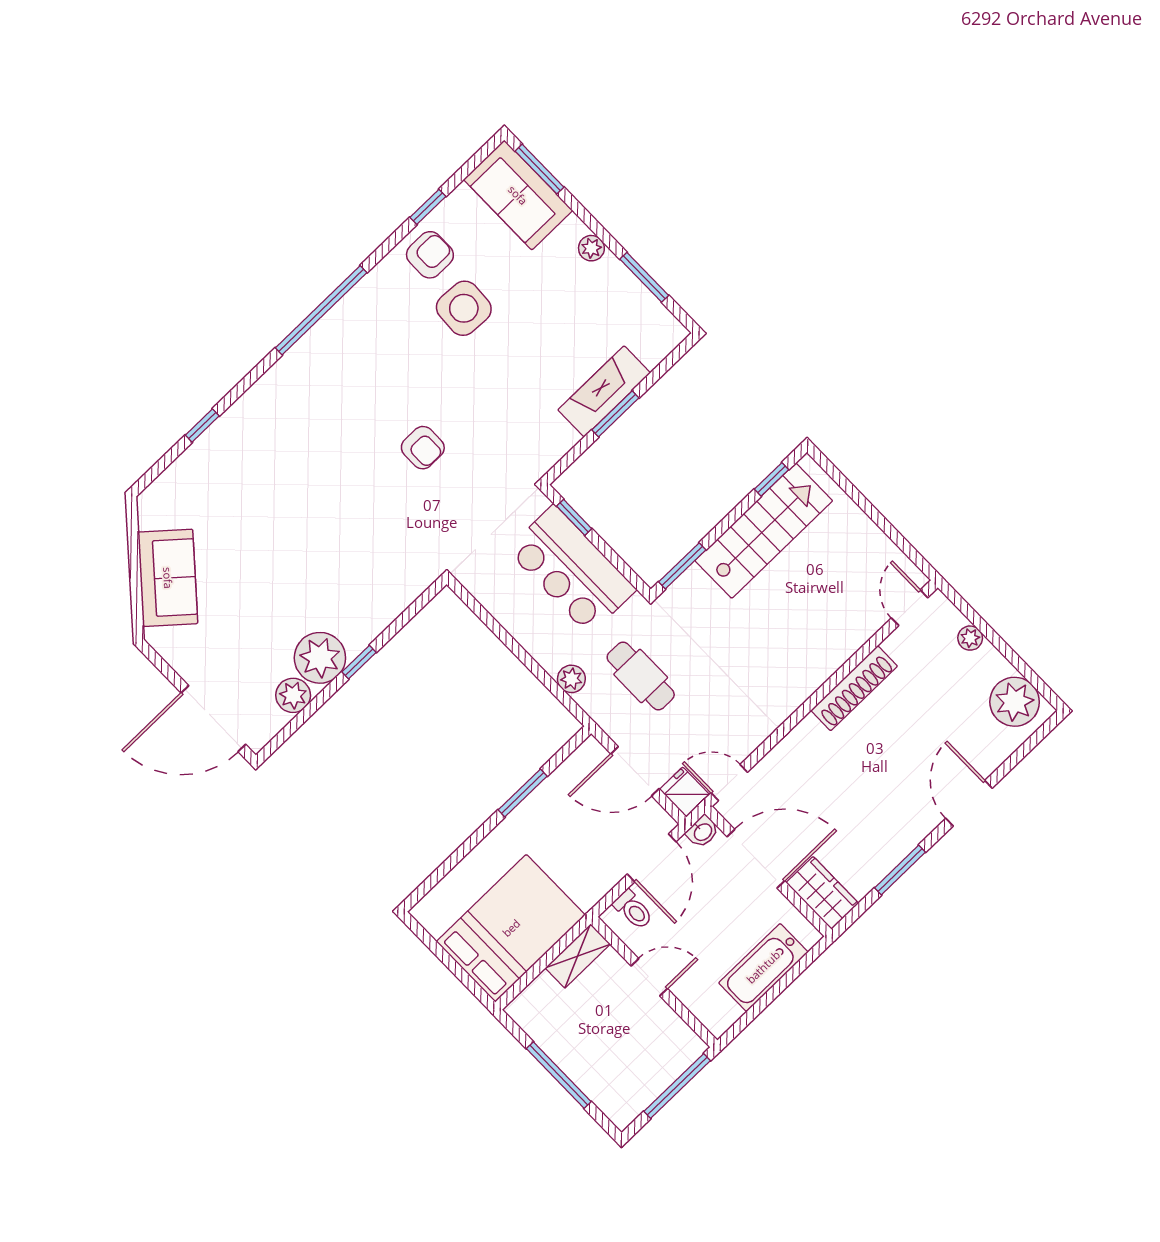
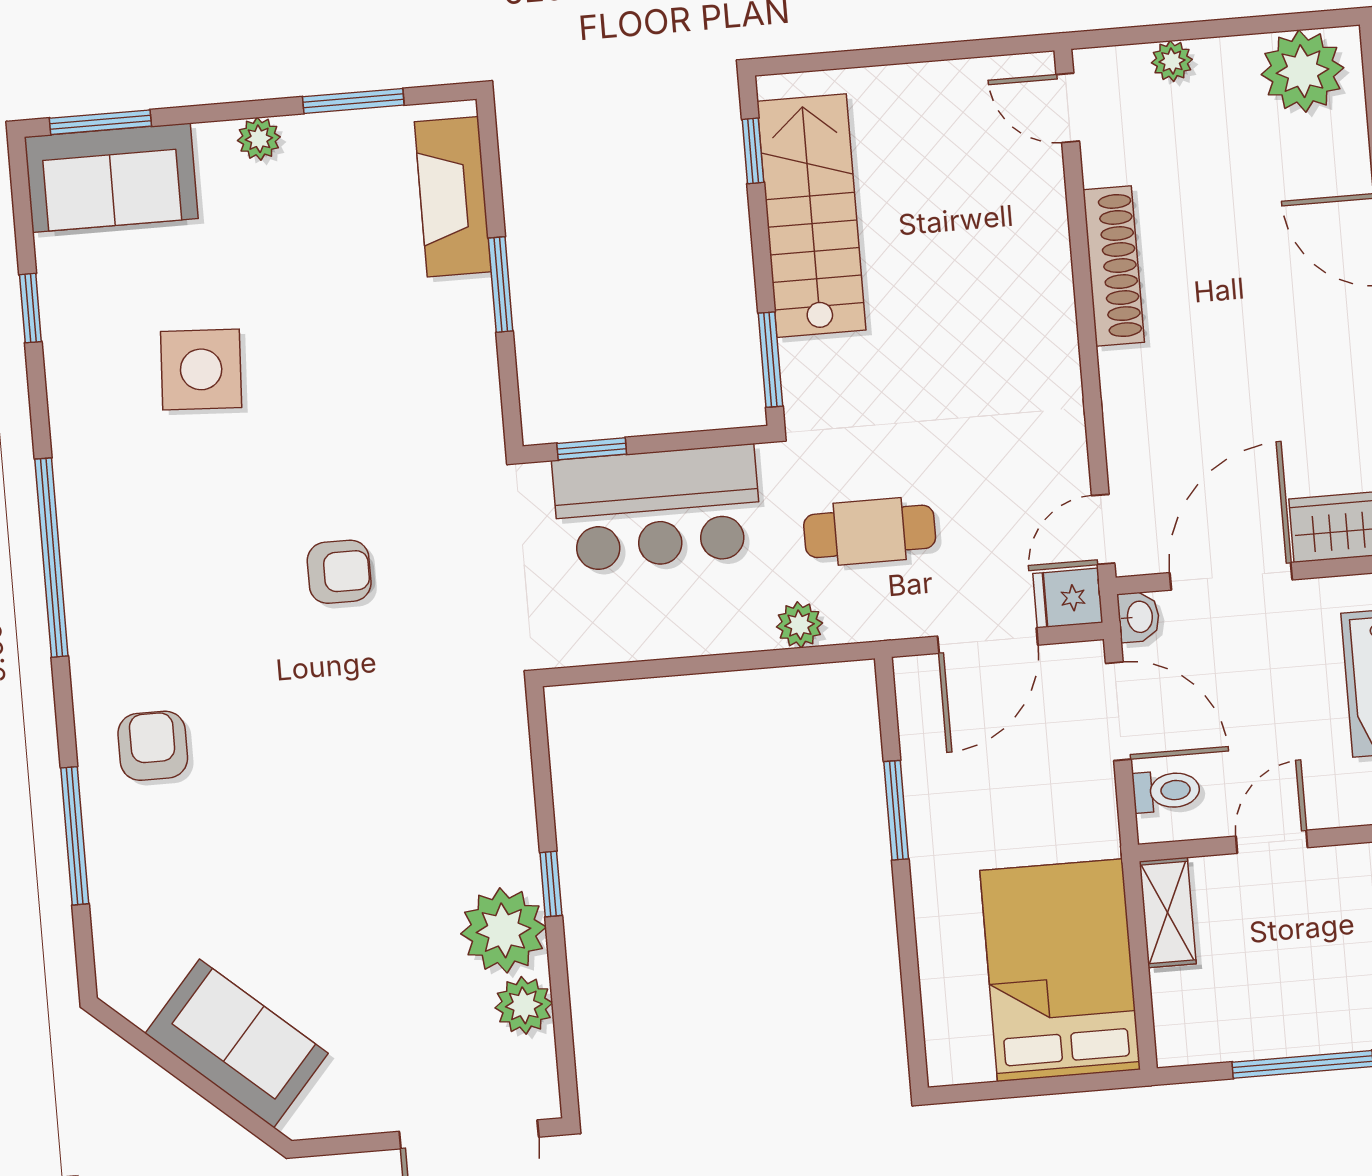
armchair: (430, 255) -> (153, 746), moved
fireplace: (604, 391) -> (453, 197), moved
window: (202, 425) -> (75, 836), width x2.17

